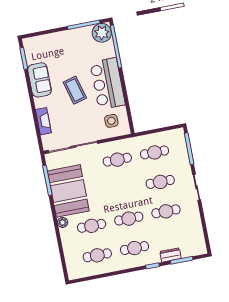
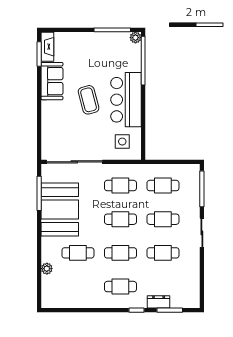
plant: (102, 33) -> (135, 38), width x0.53, depth x0.53
fireplace: (43, 121) -> (47, 47), moved
plant: (63, 222) -> (47, 269), moved
cafe table: (97, 255) -> (120, 219), moved

